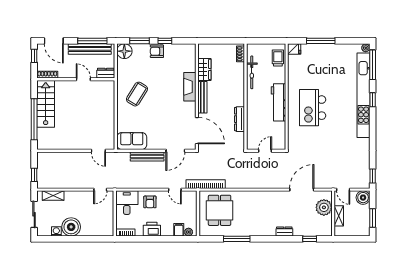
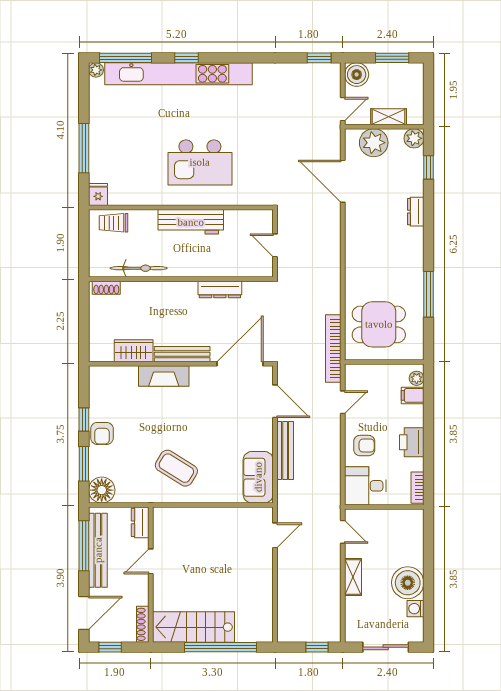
shelving: (53, 196) -> (353, 577), moved
plant: (326, 231) -> (414, 138), added

